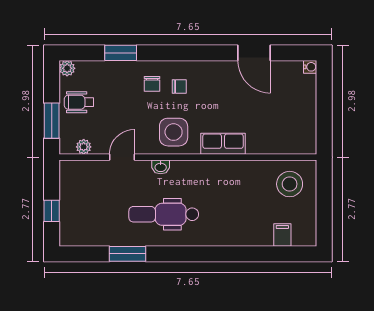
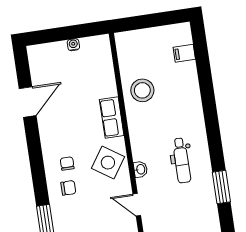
water cooler: (310, 67) -> (73, 45), moved
side table: (174, 132) -> (108, 163), turned 34
stool: (290, 184) -> (142, 90), moved
dental chair: (164, 214) -> (182, 160), width x0.73, depth x0.72

